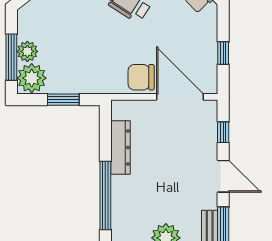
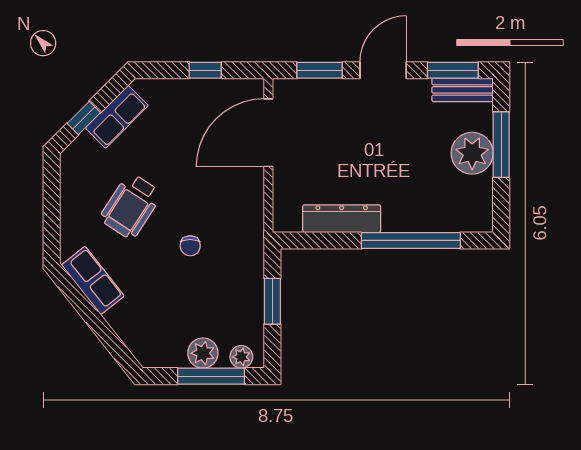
chair: (141, 77) -> (190, 246), moved, width x0.54, depth x0.54
plant: (32, 78) -> (241, 357), width x0.53, depth x0.53
window: (223, 132) -> (320, 70), width x1.50

